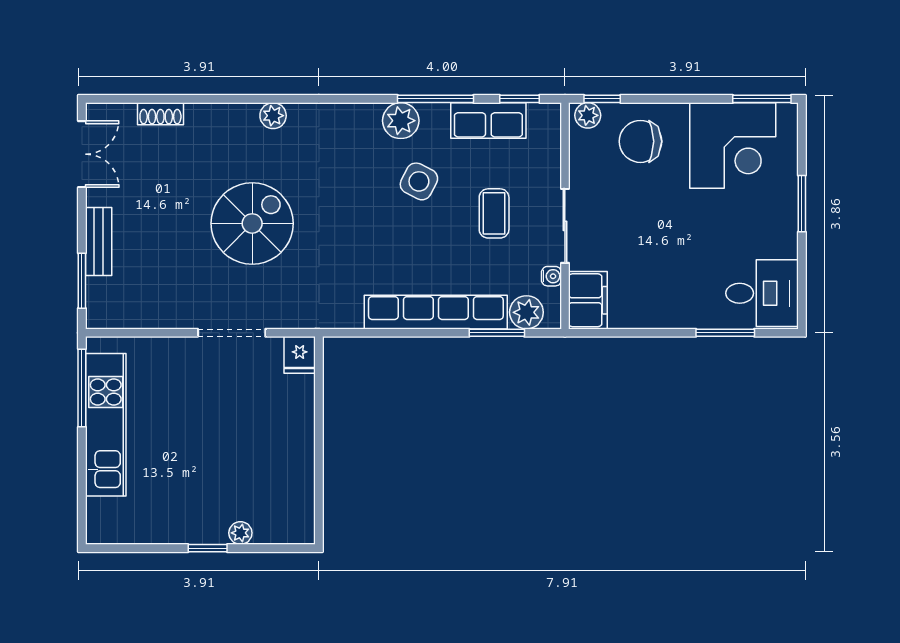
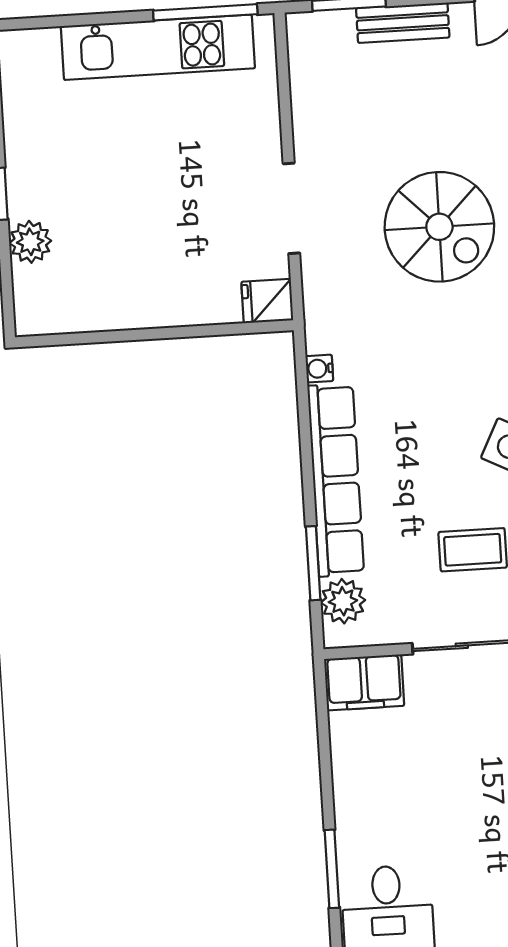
water cooler: (551, 276) -> (319, 369), moved, turned 90
plant: (240, 533) -> (30, 242), width x1.38, depth x1.38

